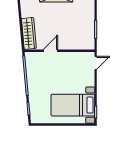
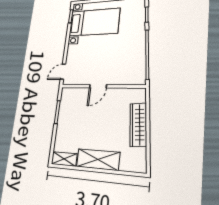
wardrobe: (29, 33) -> (138, 125), moved
door: (50, 51) -> (98, 86), moved

